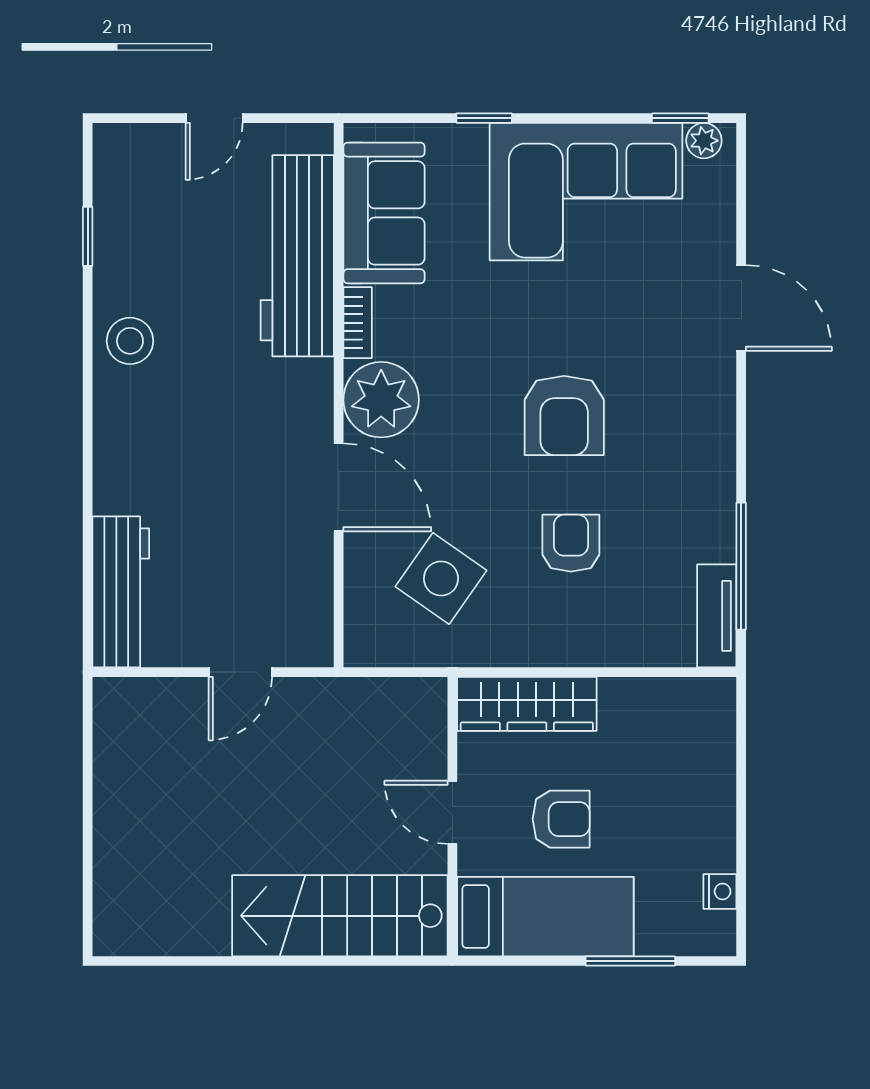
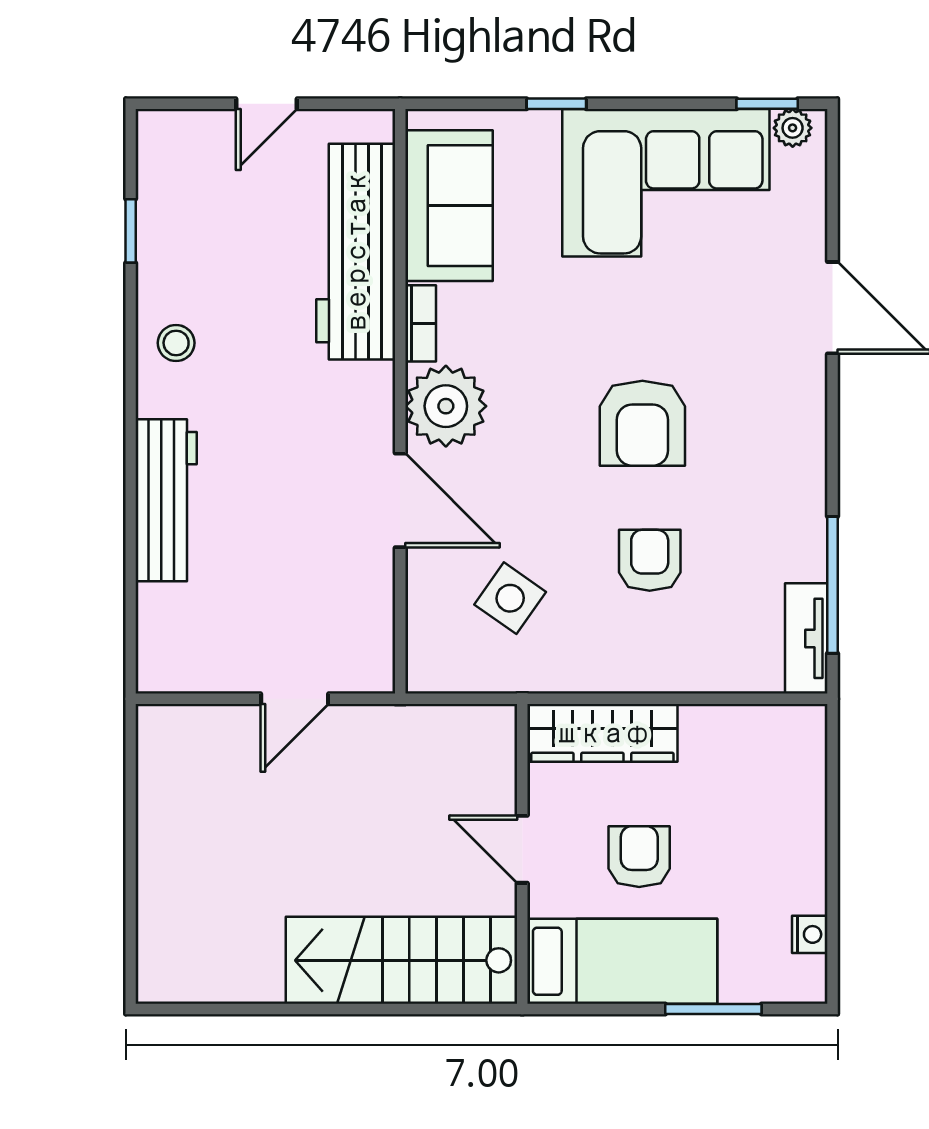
stool: (130, 341) -> (176, 343), width x0.73, depth x0.73
side table: (441, 578) -> (510, 598), width x0.73, depth x0.73
workbench: (121, 592) -> (166, 500), moved
armchair: (561, 819) -> (639, 857), turned -90

